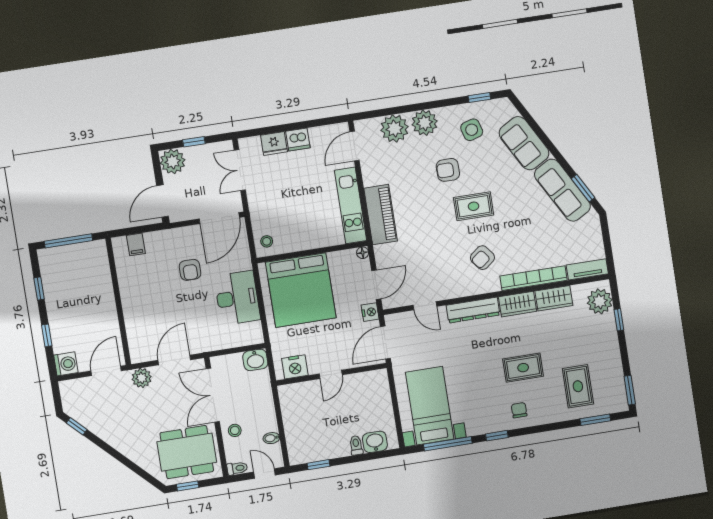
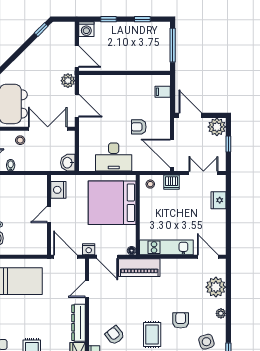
plant: (425, 123) -> (221, 313), width x0.53, depth x0.53
dishwasher: (298, 140) -> (172, 182), moved, turned -90
piano: (381, 215) -> (139, 268), moved
door: (331, 374) -> (49, 214), hinge flipped

